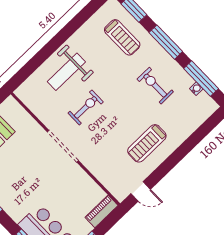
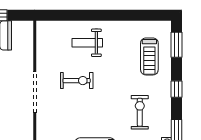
window: (166, 42) -> (176, 89), width x0.46
weight bench: (66, 72) -> (87, 43), width x0.73, depth x0.75

